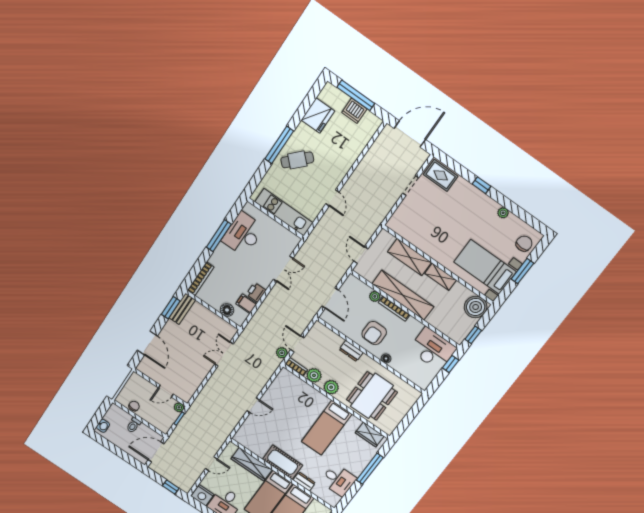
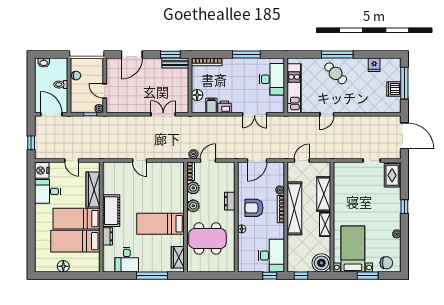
fridge: (318, 116) -> (374, 65), width x0.53, depth x0.75
desk: (243, 234) -> (272, 79), moved, turned 90

